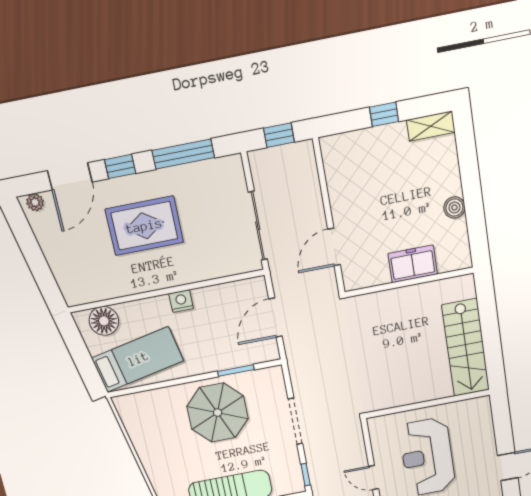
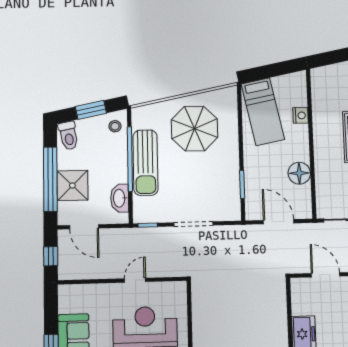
nightstand: (181, 301) -> (301, 115), moved
floor lamp: (104, 321) -> (299, 173), moved
parasol: (218, 413) -> (194, 129), moved

